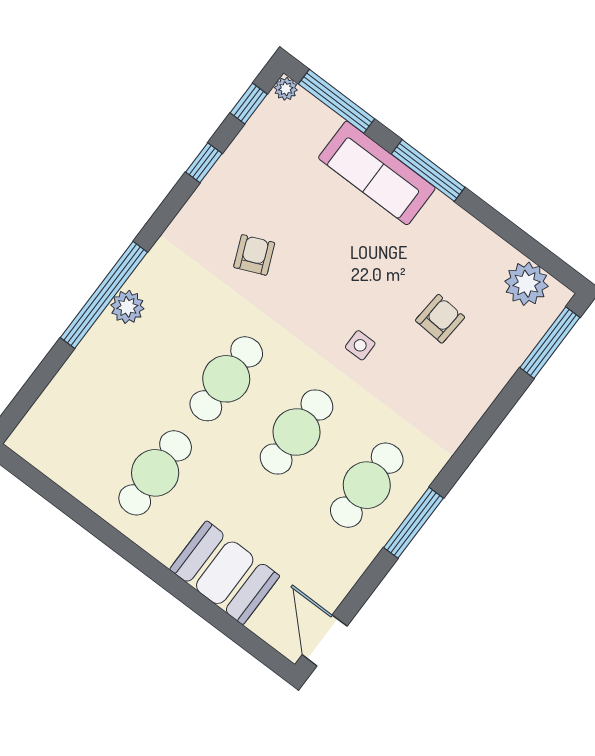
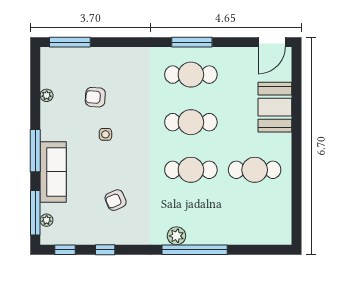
plant: (286, 89) -> (47, 220), moved
armchair: (254, 255) -> (116, 200), moved
plant: (526, 284) -> (47, 95), moved, width x0.53, depth x0.53
plant: (127, 307) -> (176, 236), moved
side table: (360, 345) -> (105, 134), moved

